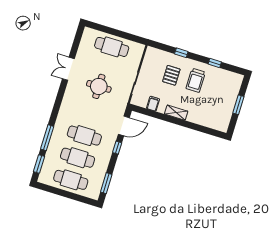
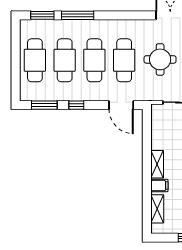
filing cabinet: (153, 104) -> (159, 186), moved
cafe table: (91, 113) -> (124, 60), added
shelving: (209, 123) -> (157, 209), added
window: (117, 148) -> (76, 105), moved

